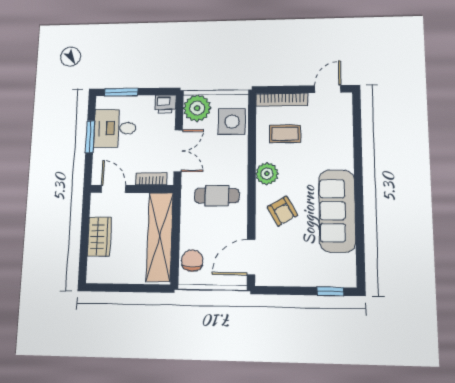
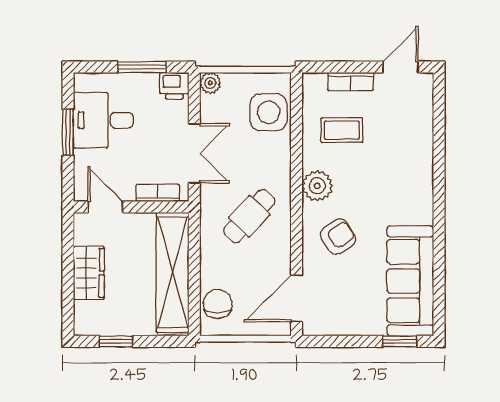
window: (121, 92) -> (142, 67), moved
bookcase: (282, 100) -> (351, 82), width x0.64
plant: (197, 108) -> (210, 83), width x0.53, depth x0.53
cafe table: (217, 196) -> (249, 216), turned -47
armchair: (282, 211) -> (338, 237), turned -94
sofa: (337, 211) -> (410, 281), moved
window: (116, 288) -> (116, 341), added

